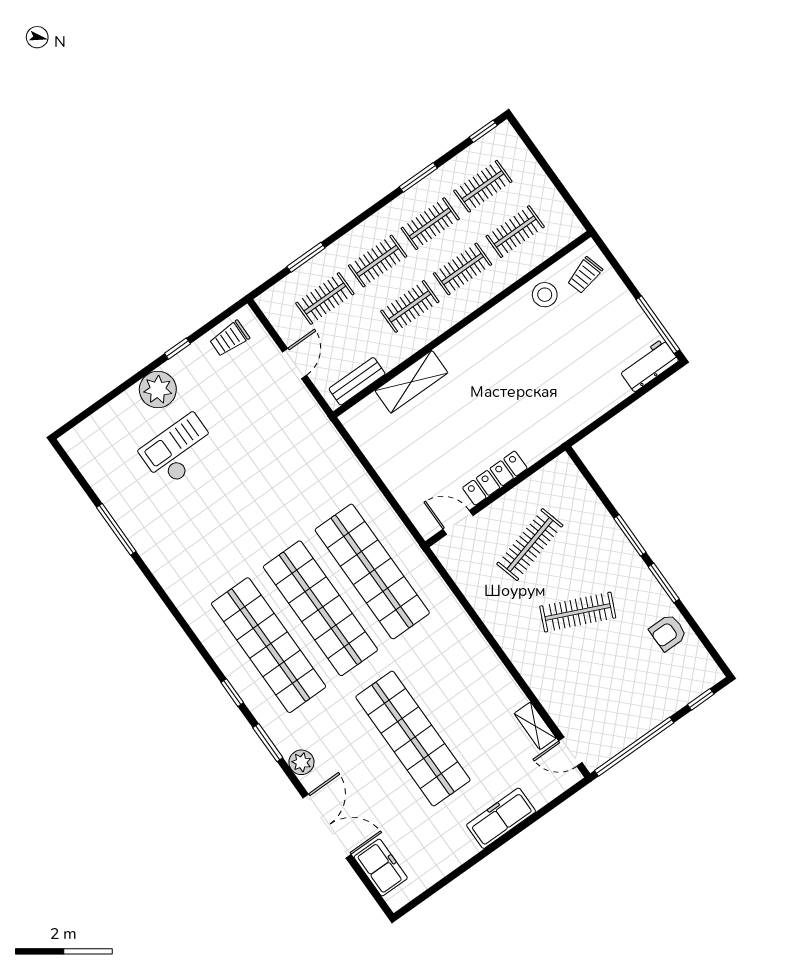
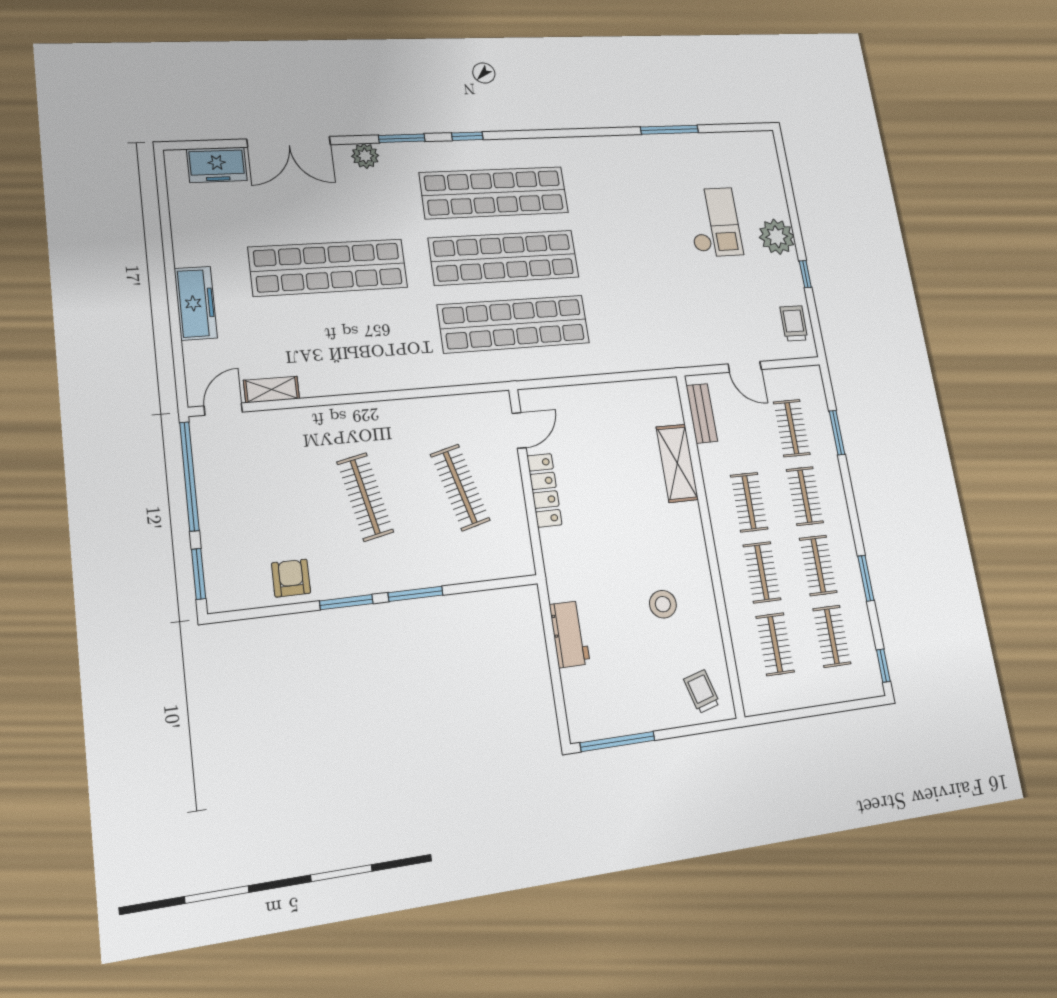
stool: (545, 295) -> (663, 604), moved
workbench: (649, 365) -> (570, 634), moved
clothes rail: (578, 612) -> (365, 497), turned -36
window: (701, 699) -> (199, 574), width x1.50

